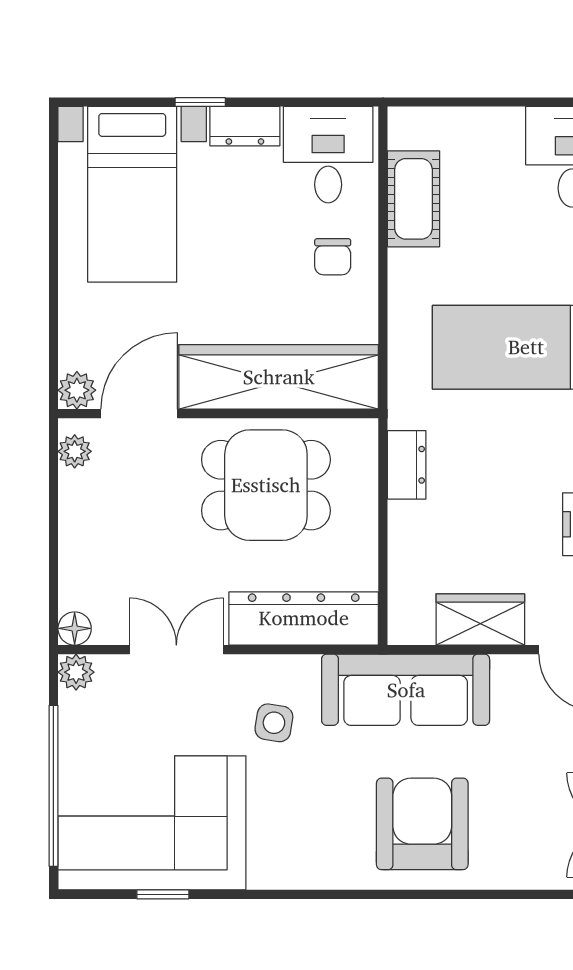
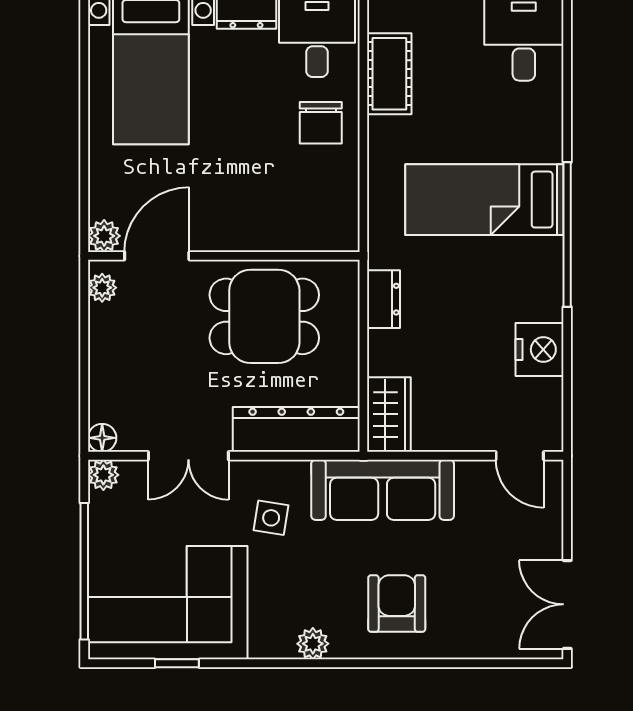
chair: (333, 257) -> (321, 123), width x1.37, depth x1.37
wardrobe: (279, 377) -> (275, 225), removed
wardrobe: (480, 619) -> (389, 414), moved, turned 90
double door: (176, 650) -> (188, 456), swing flipped
armchair: (422, 824) -> (397, 603), width x0.73, depth x0.73
plant: (323, 871) -> (313, 644), added

